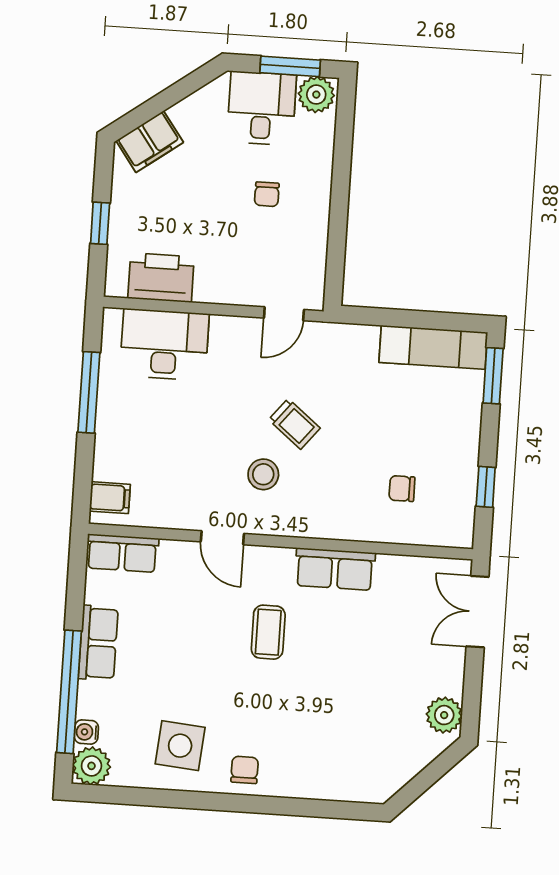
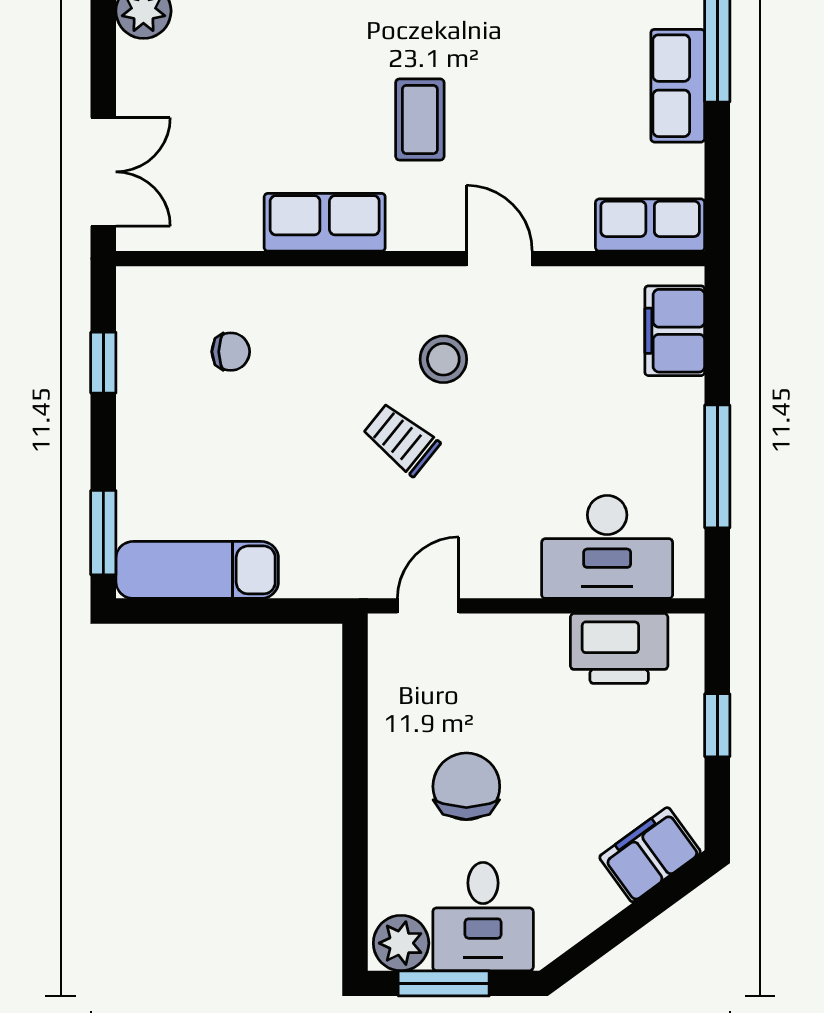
chair: (267, 194) -> (466, 786), width x1.87, depth x1.87
filing cabinet: (110, 498) -> (675, 331), width x2.00

